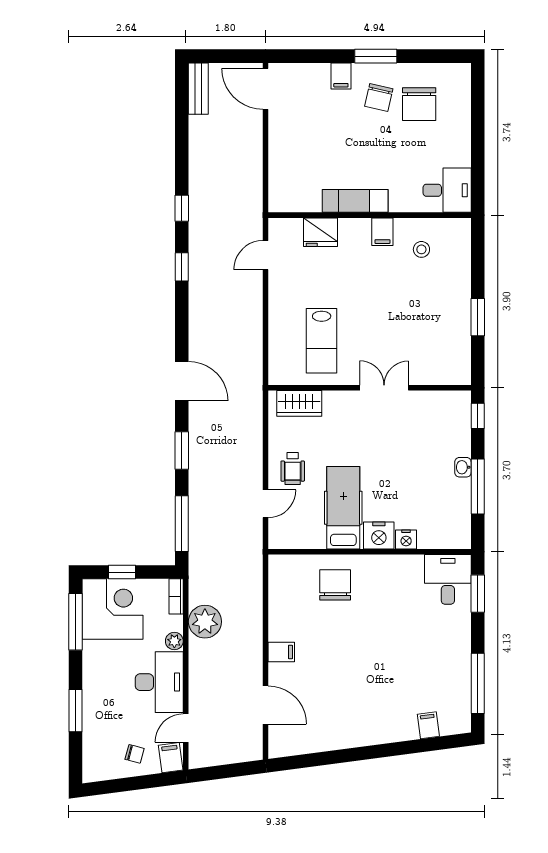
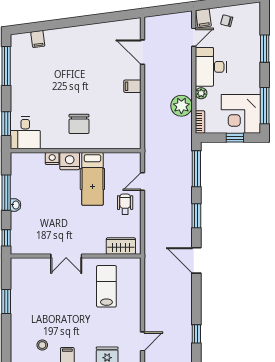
chair: (335, 585) -> (79, 124), moved

